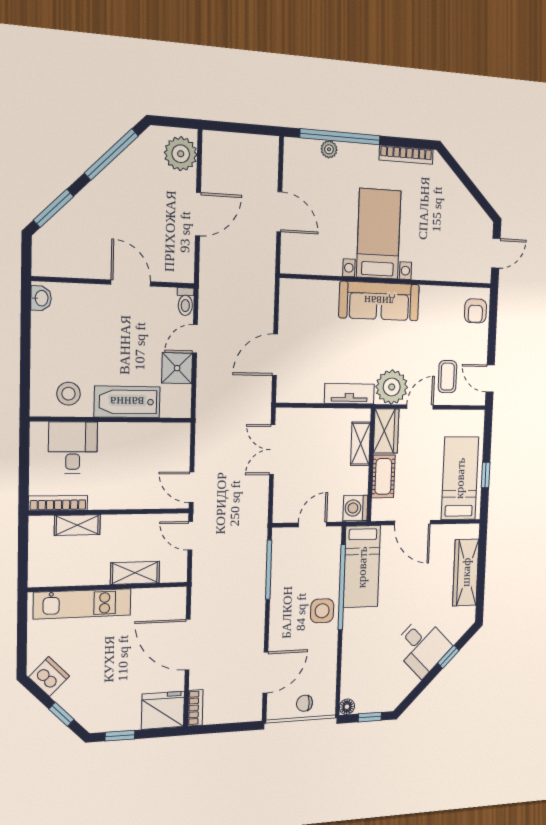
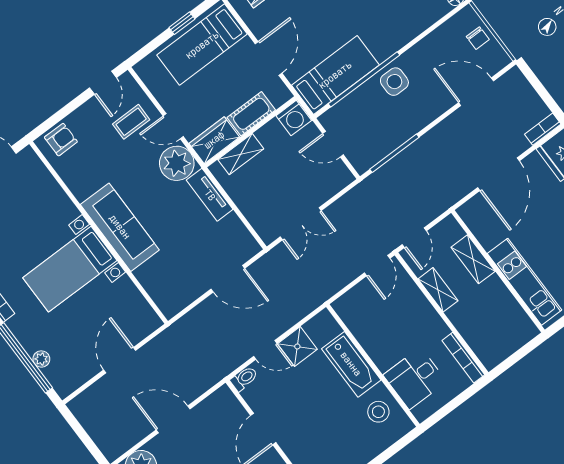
shelving: (77, 525) -> (438, 290), moved

